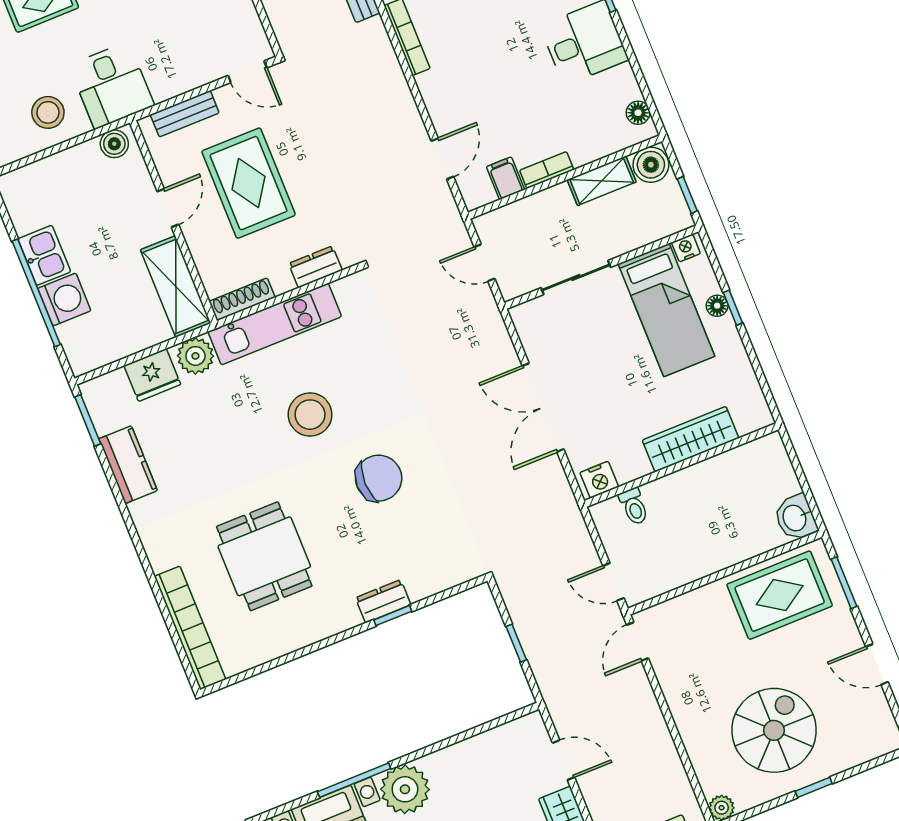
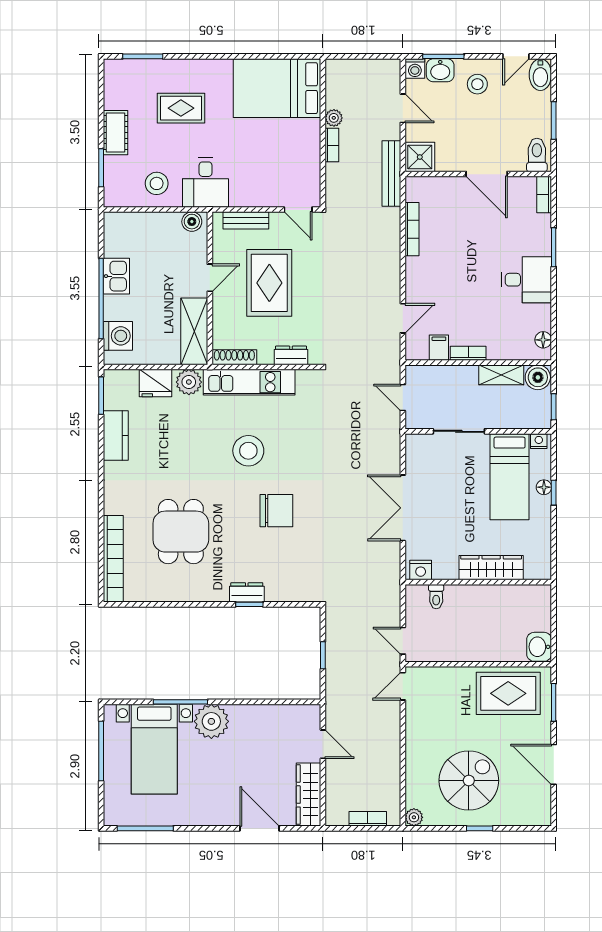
washing machine: (64, 299) -> (118, 336), moved
door: (877, 664) -> (554, 764), width x1.38

